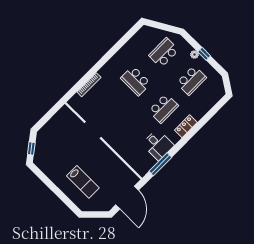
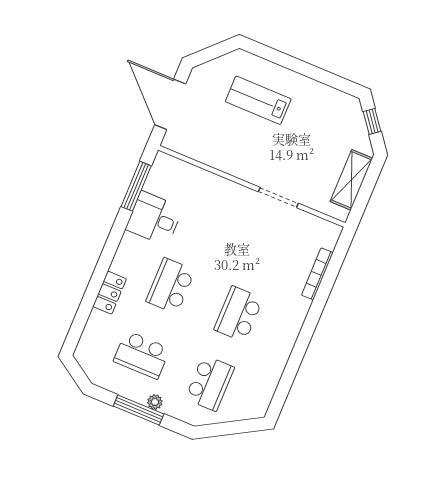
window: (204, 54) -> (139, 410), width x2.17
school desk: (191, 80) -> (142, 355), turned -90
school desk: (136, 81) -> (238, 314), turned -90
shelving: (53, 124) -> (351, 180), added
locker: (186, 126) -> (110, 293), moved

